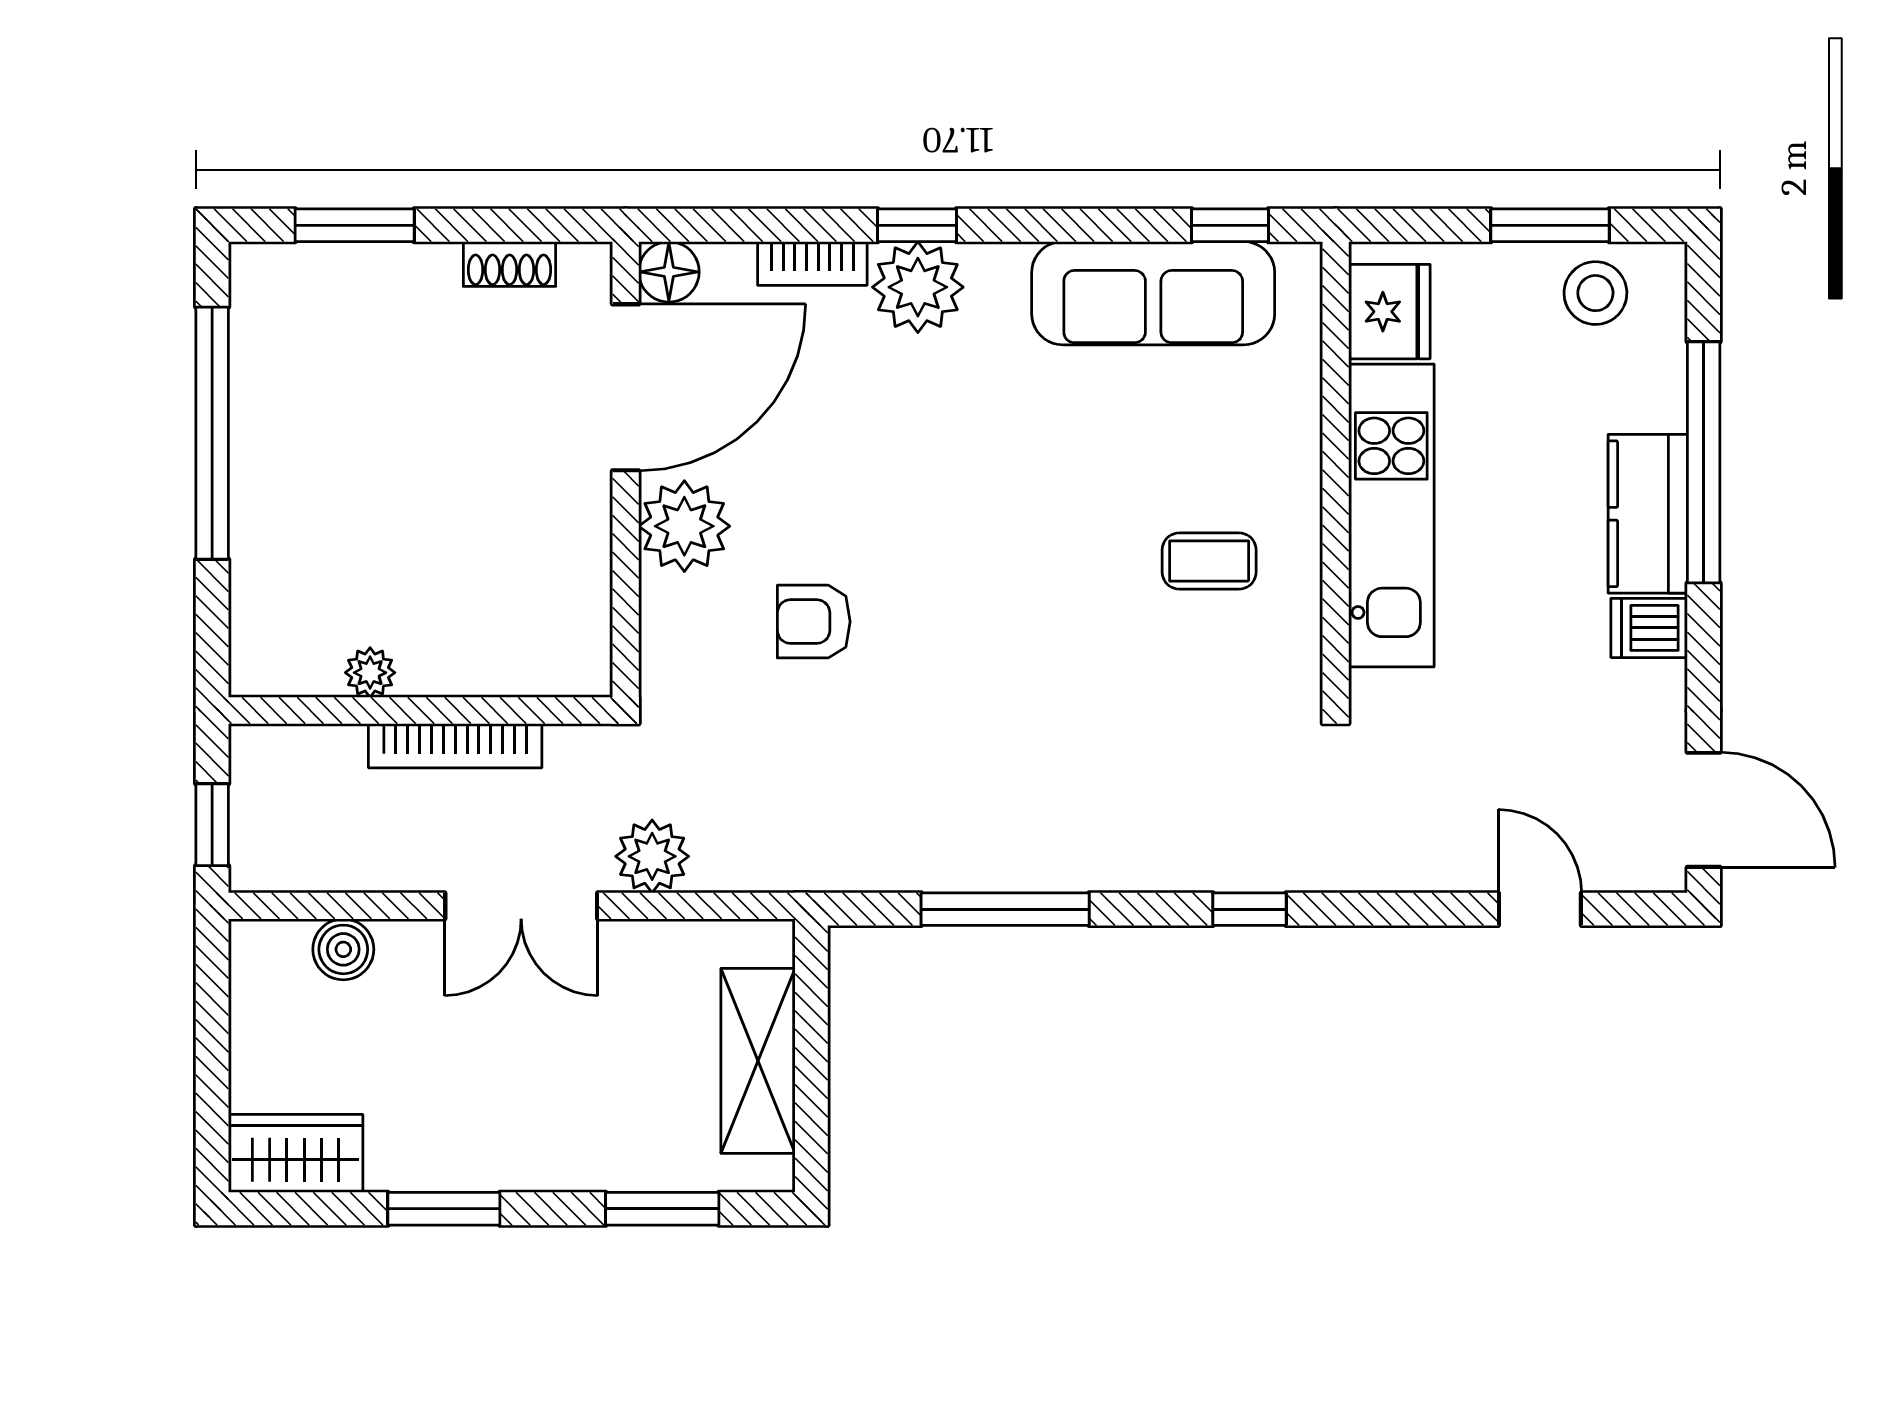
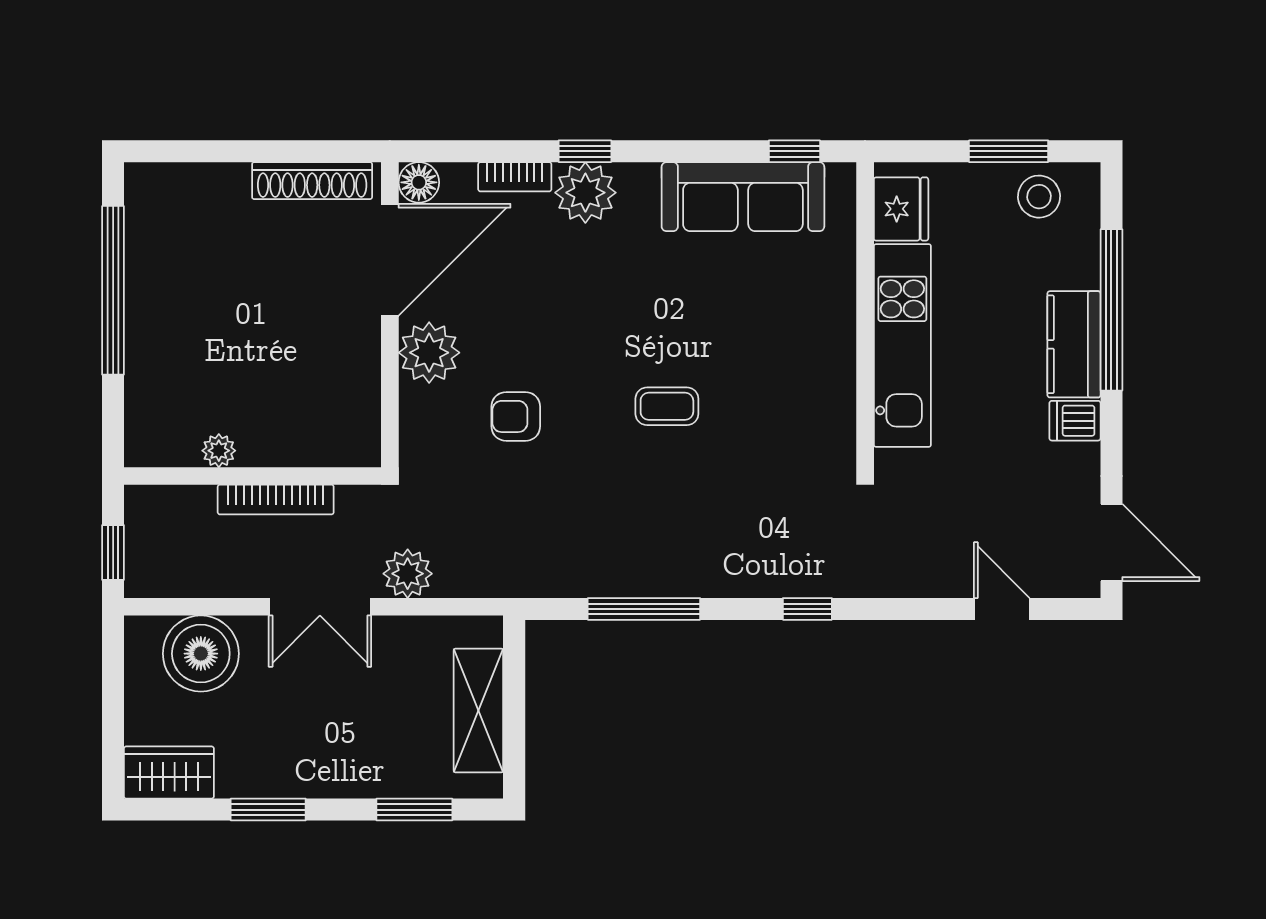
window: (355, 225) -> (208, 151), removed
shoe rack: (510, 264) -> (312, 181), width x1.94, depth x1.24
coffee table: (1209, 561) -> (667, 406), moved
boiler: (343, 949) -> (201, 654), width x1.86, depth x1.86

